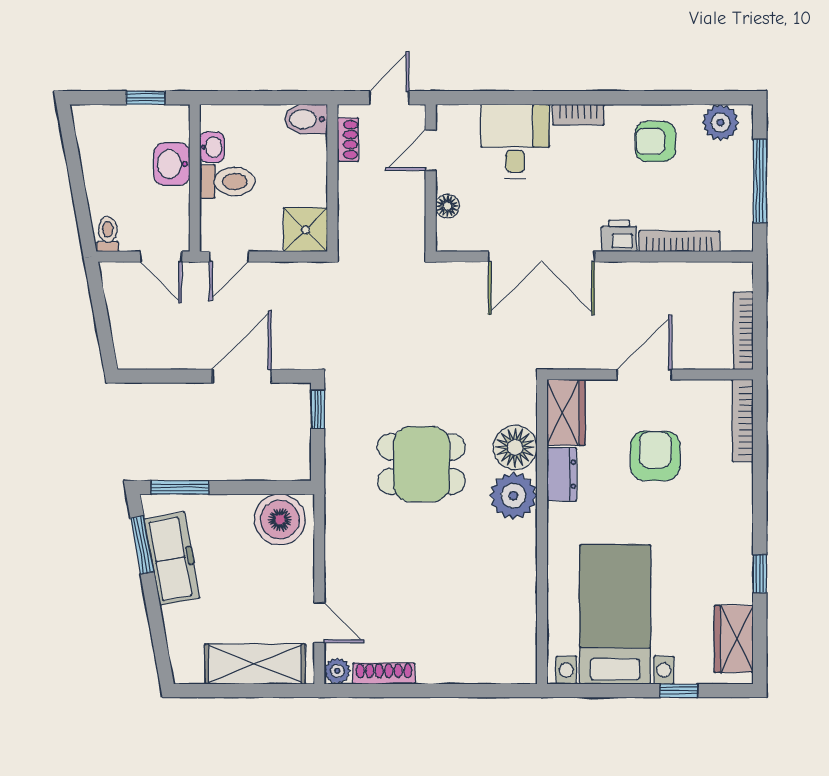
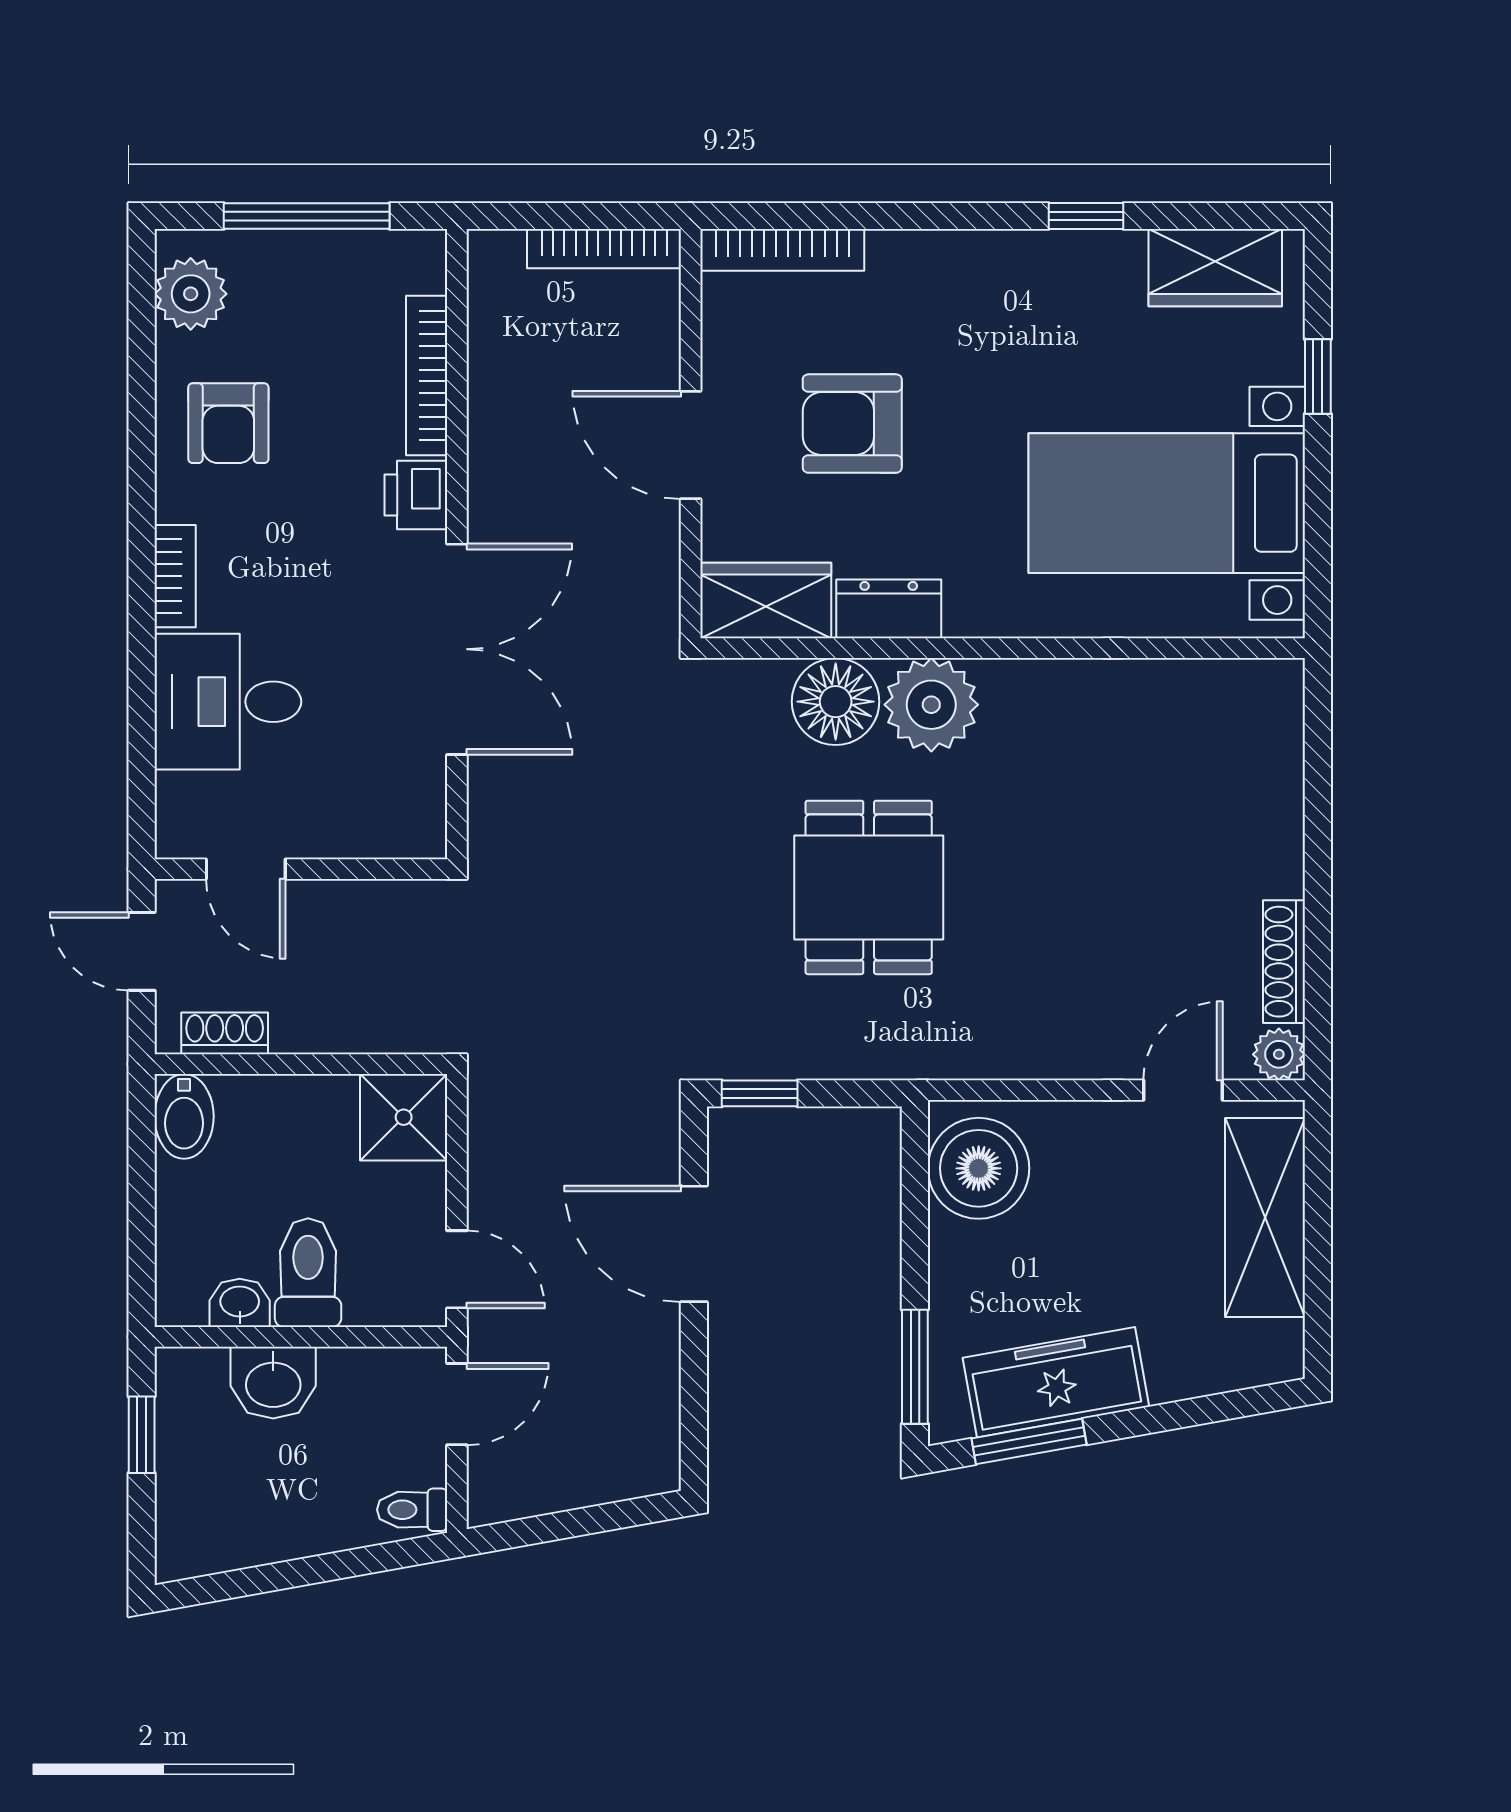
floor lamp: (447, 206) -> (357, 836), removed

